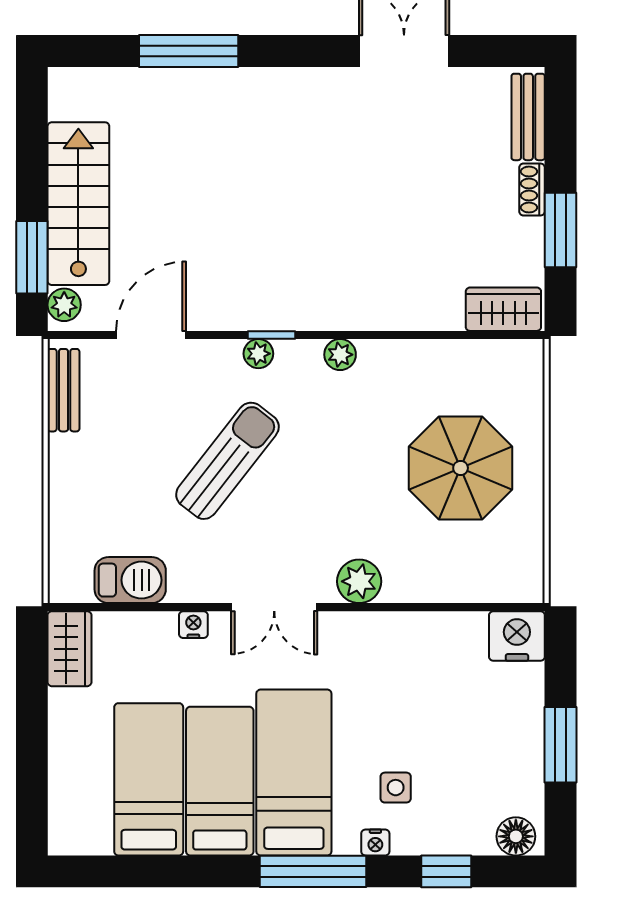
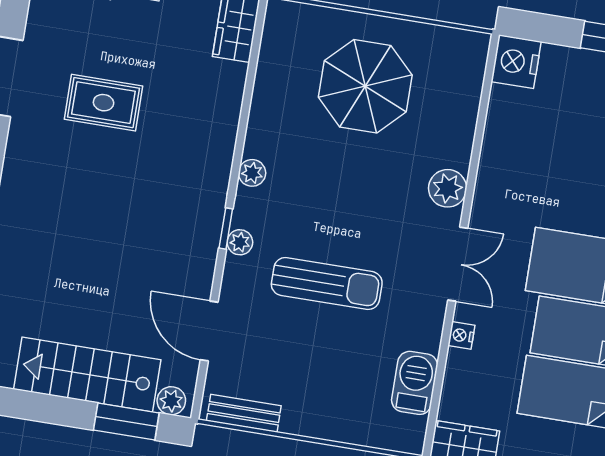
rug: (393, 171) -> (103, 103), added
sun lounger: (227, 461) -> (327, 284), turned 142

